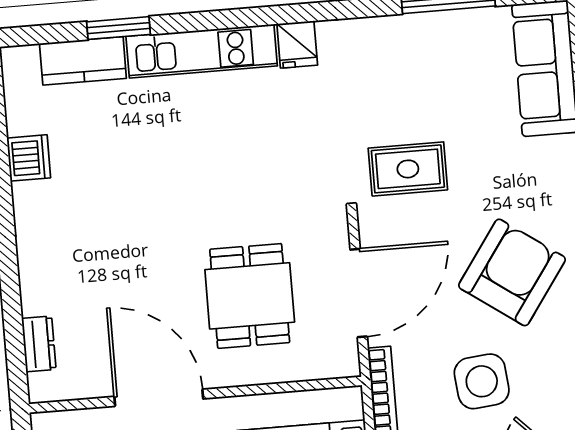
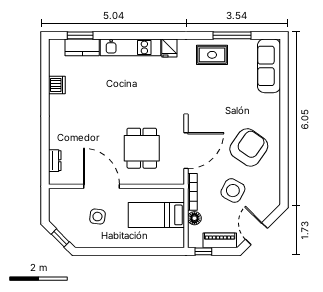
window: (118, 28) -> (80, 35), moved
rug: (408, 169) -> (212, 55), moved
side table: (482, 381) -> (233, 191), turned 34

